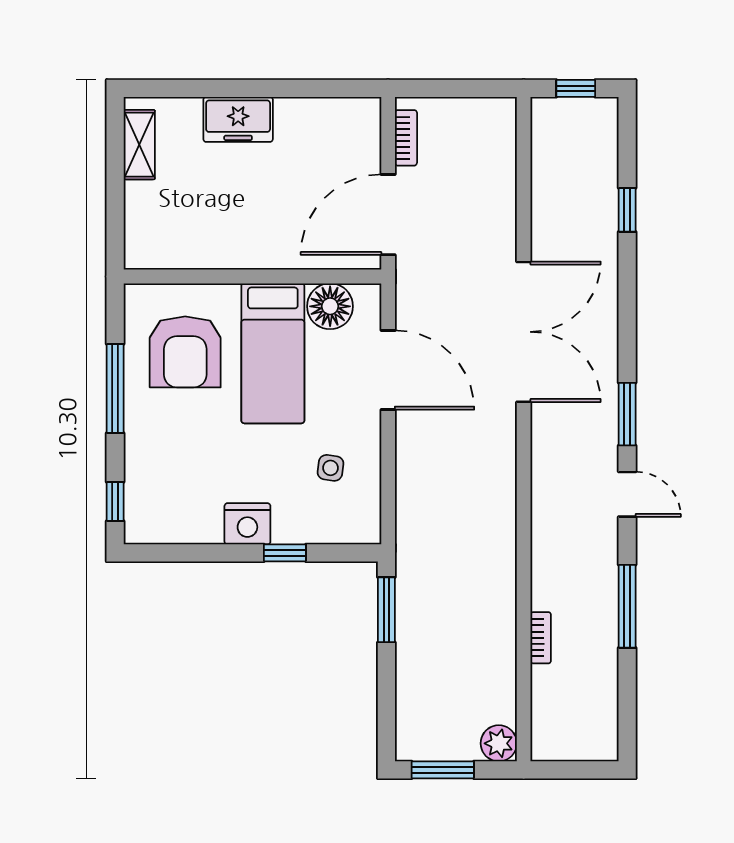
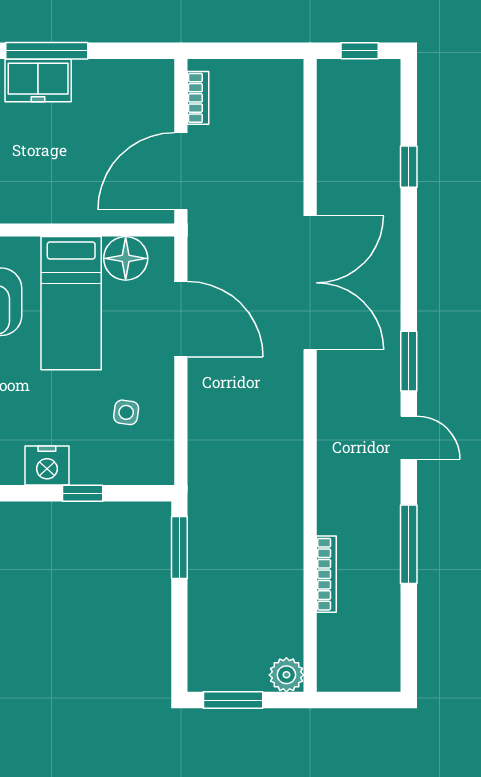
window: (247, 88) -> (47, 51), added
bookcase: (541, 638) -> (326, 574), width x1.56

